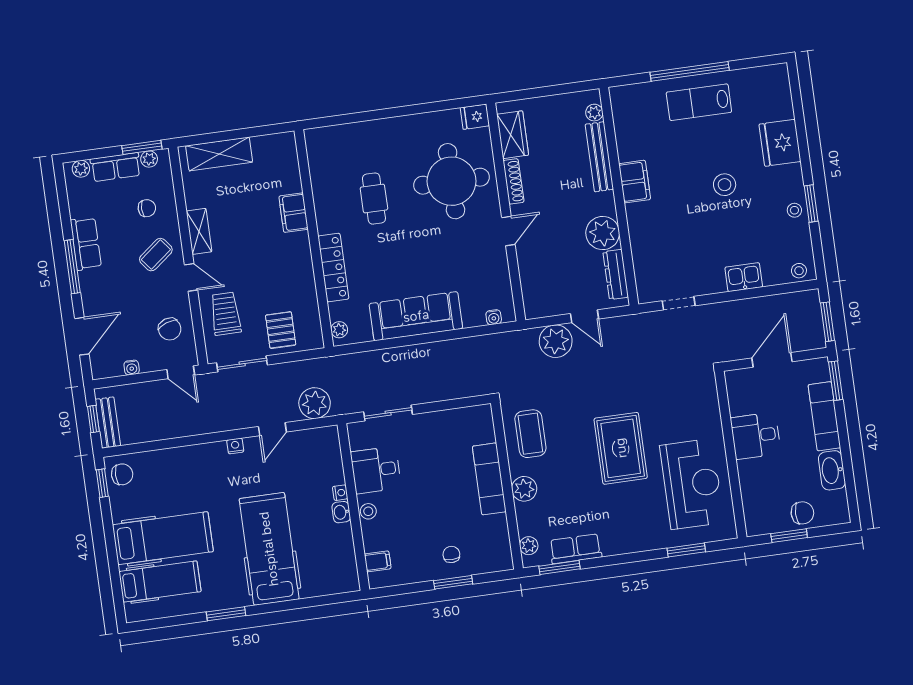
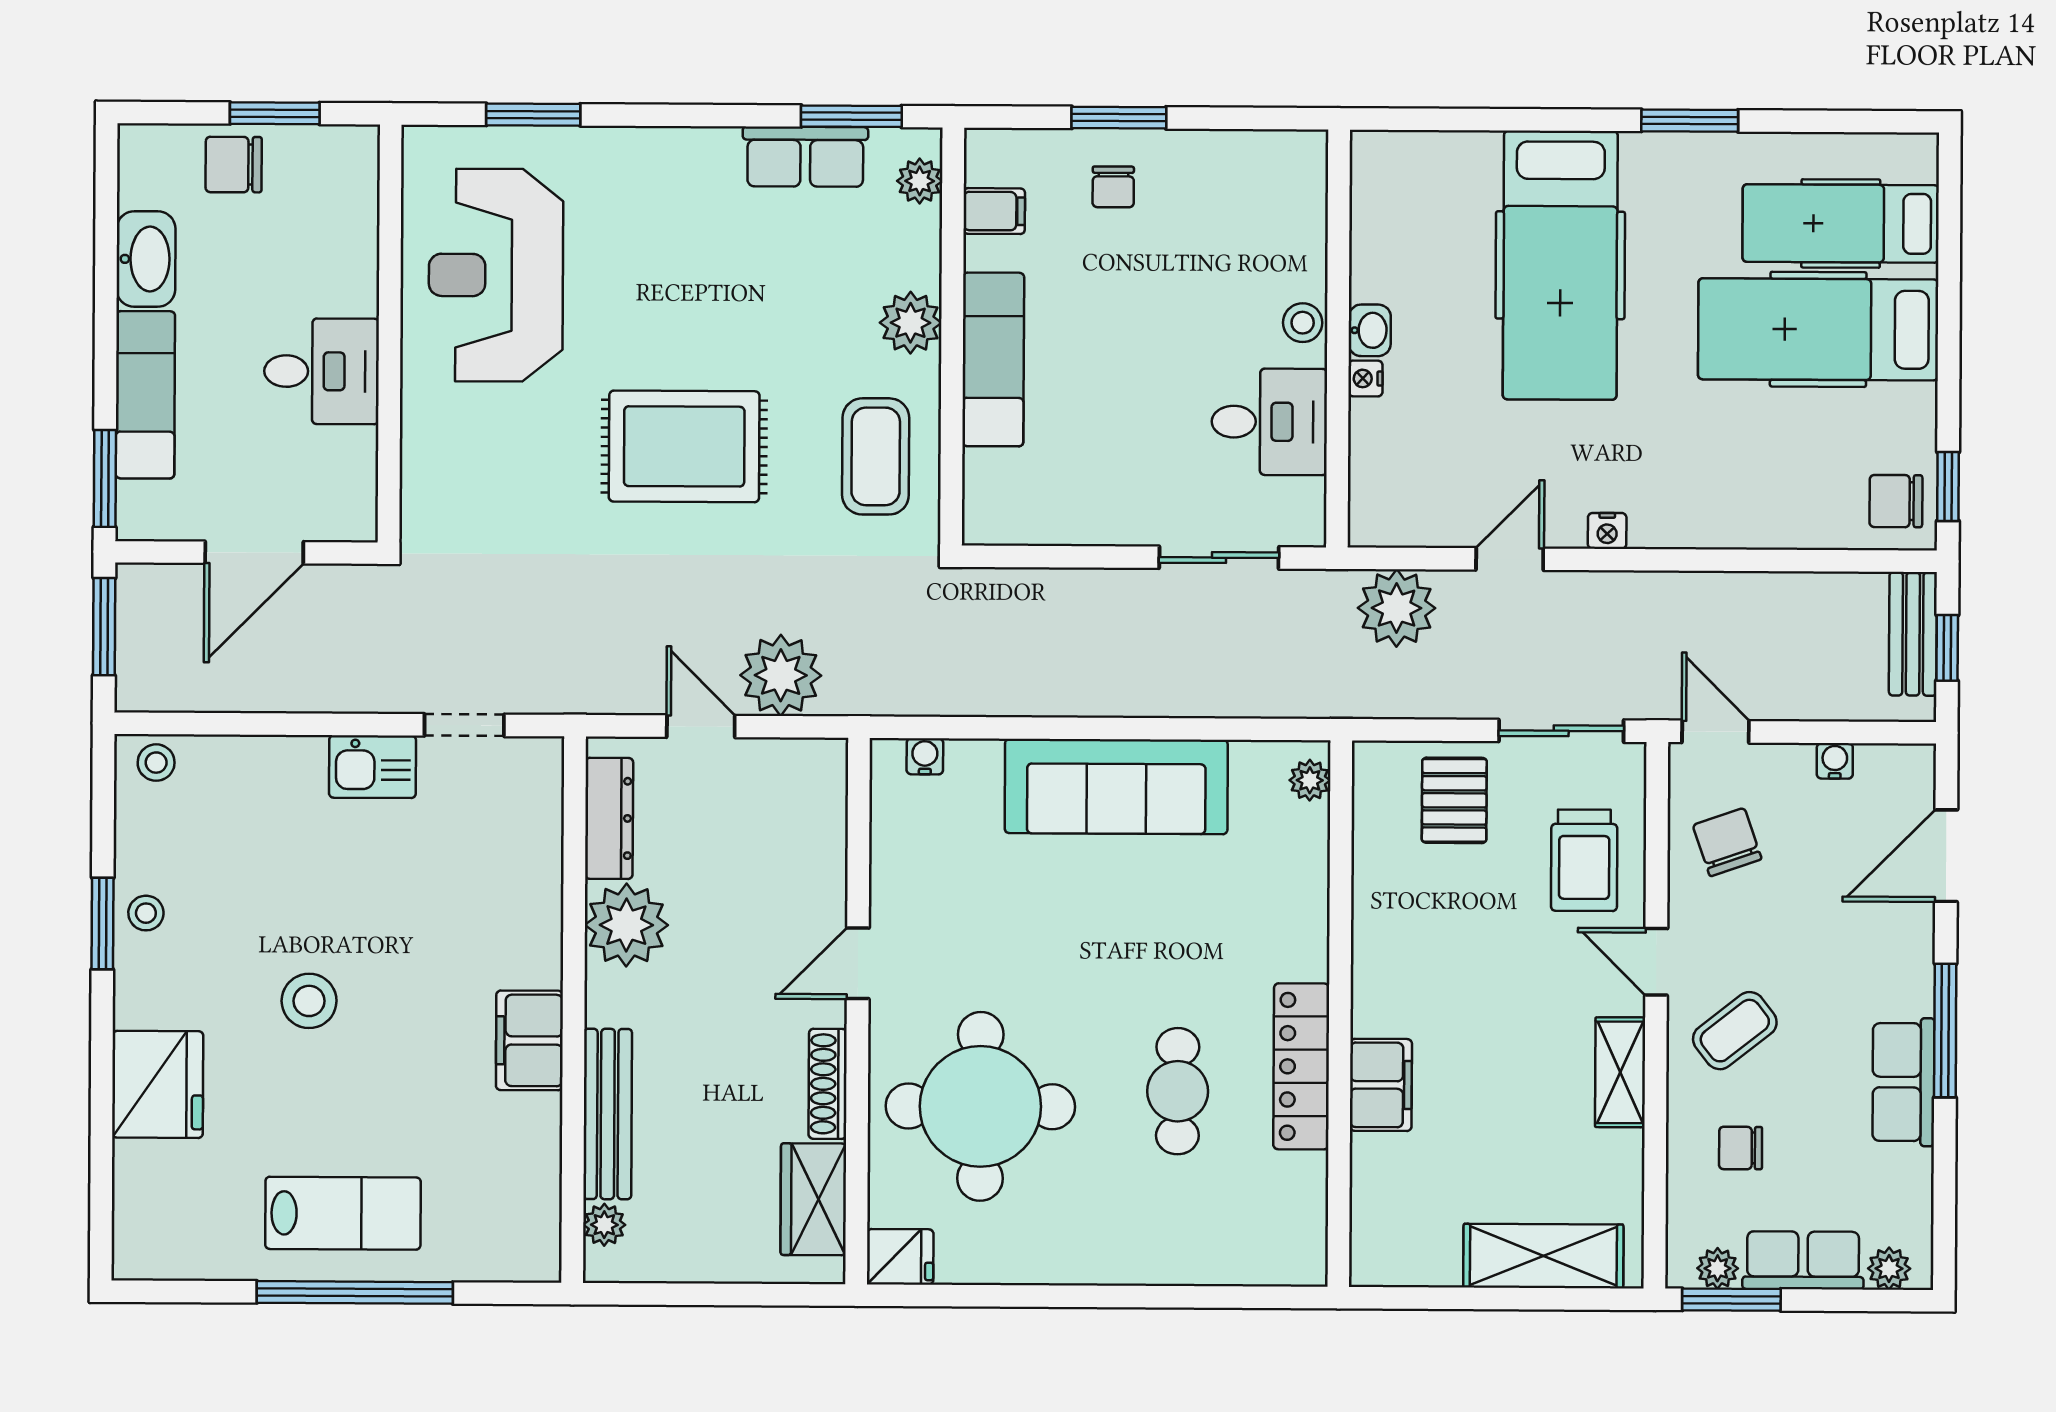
locker: (333, 267) -> (1301, 1066), moved
kitchen sink: (744, 277) -> (373, 767), moved
rug: (621, 448) -> (684, 446), moved, turned 90
filing cabinet: (378, 561) -> (994, 211), moved, turned 180

